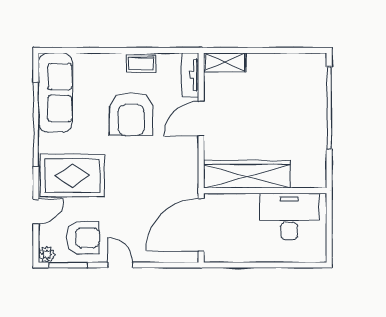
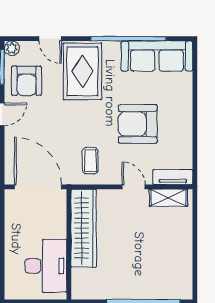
shelving: (225, 62) -> (168, 198), moved, turned 90
coffee table: (141, 63) -> (90, 161), moved
door: (201, 119) -> (134, 187), width x0.73

